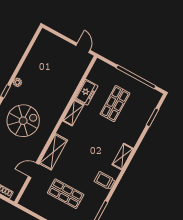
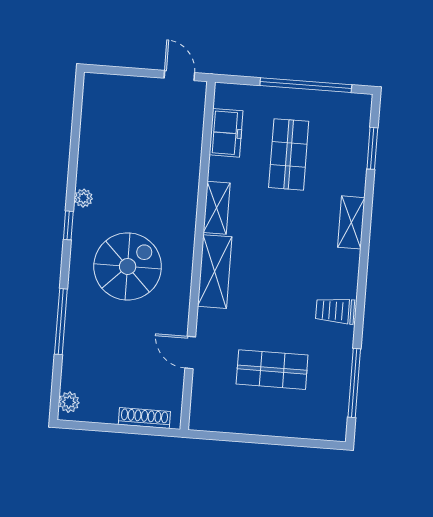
freezer: (86, 92) -> (226, 133), moved
shelving: (53, 152) -> (215, 272), moved
shelving: (123, 157) -> (351, 222), moved
door: (33, 170) -> (190, 353), hinge flipped

